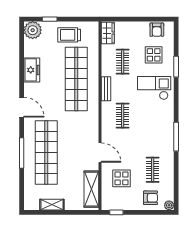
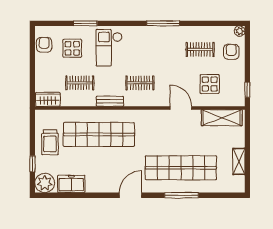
armchair: (157, 30) -> (44, 45), turned -90
freezer: (32, 70) -> (71, 184), moved
door: (100, 153) -> (181, 108), hinge flipped

